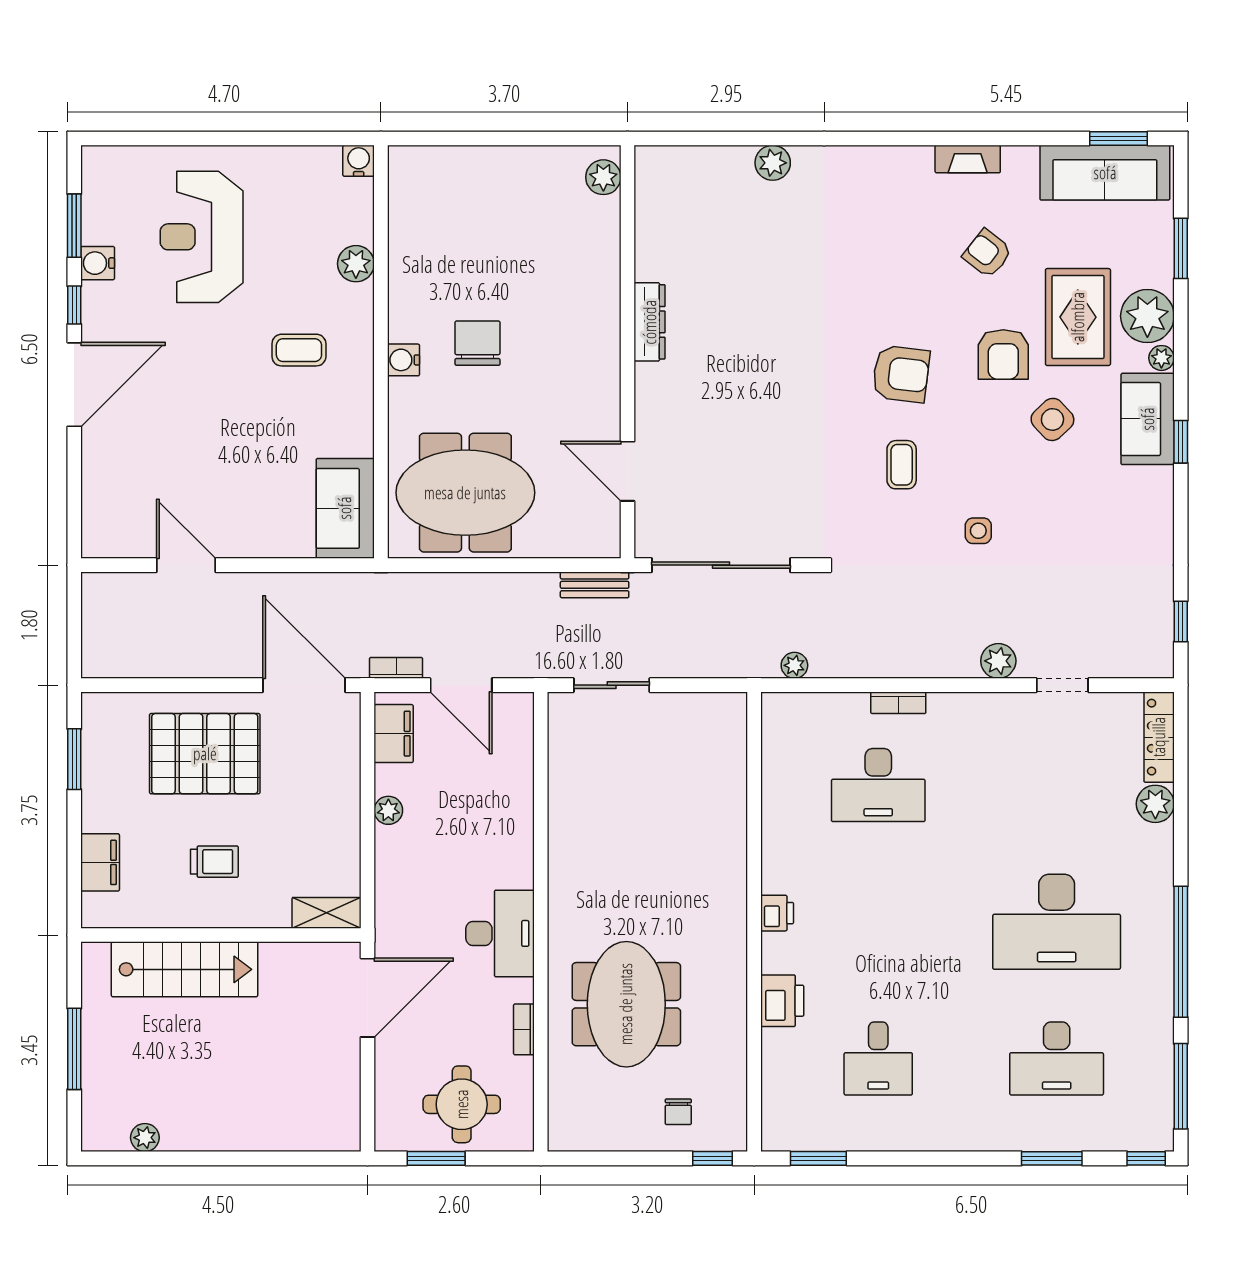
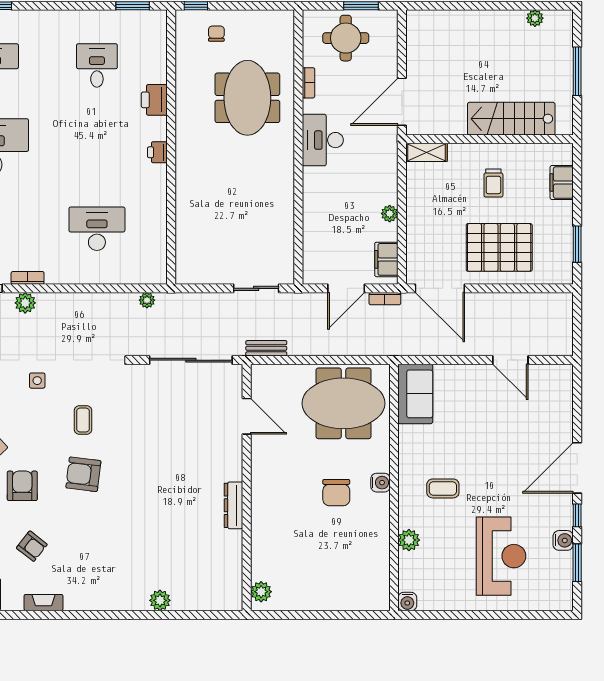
door: (461, 685) -> (346, 288), swing flipped
bookcase: (898, 703) -> (28, 278), moved
trolley: (214, 862) -> (493, 183), turned -90

